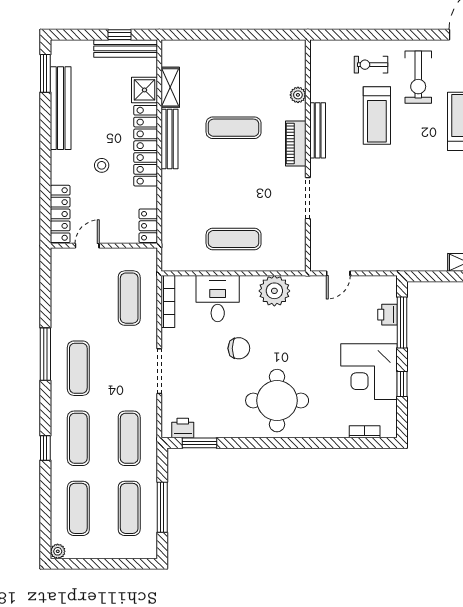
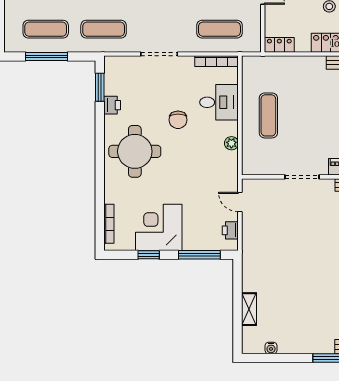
plant: (274, 291) -> (231, 143), width x0.53, depth x0.53
printer: (388, 315) -> (230, 230), moved, turned -90
printer: (183, 428) -> (112, 105), moved
bookcase: (365, 432) -> (109, 224), width x1.56

